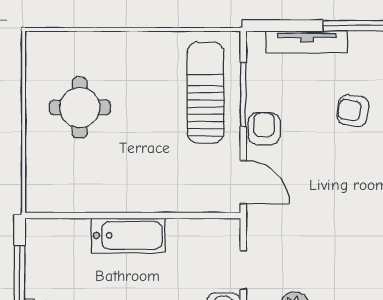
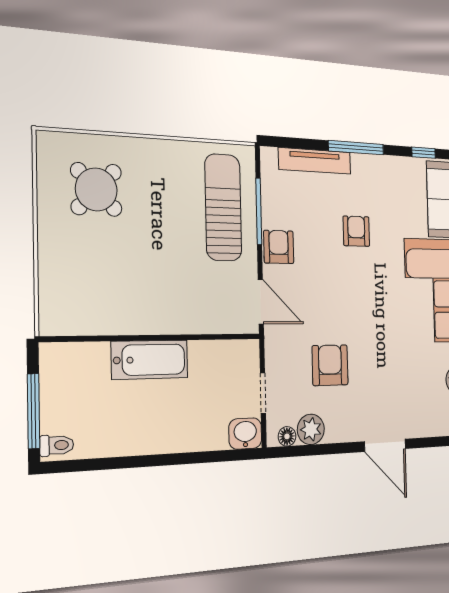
round table: (80, 108) -> (96, 189), moved, turned 45
armchair: (353, 111) -> (356, 231), turned 80
armchair: (318, 245) -> (330, 365), added

